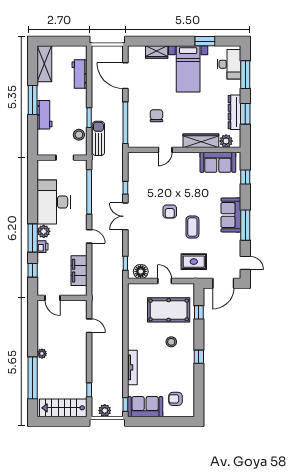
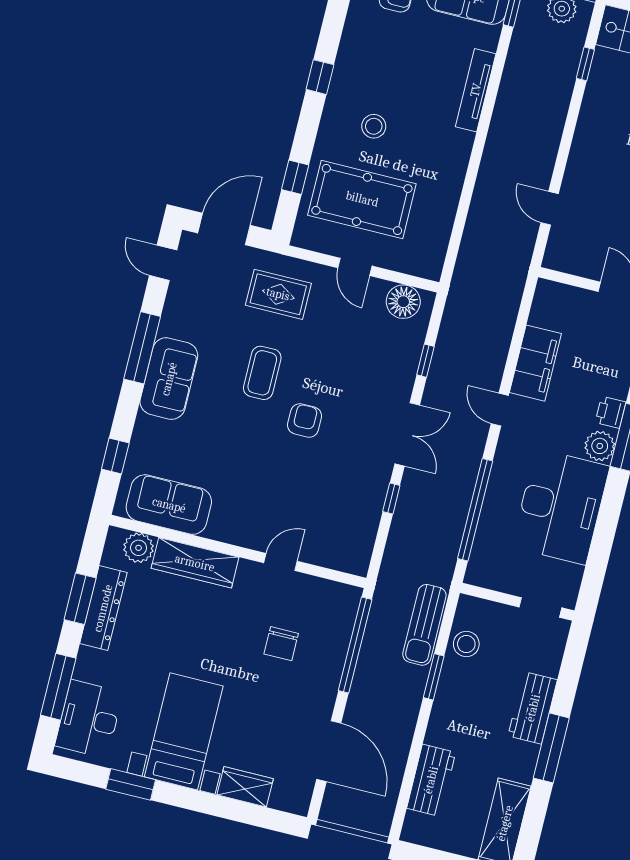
doorway: (65, 158) -> (540, 607), moved
window: (125, 263) -> (425, 361), moved
filing cabinet: (79, 271) -> (535, 363), moved

